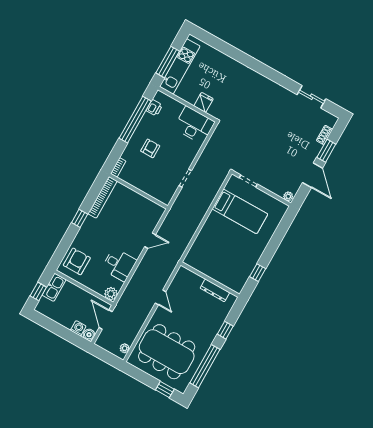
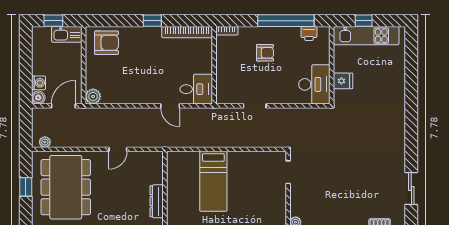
window: (168, 62) -> (364, 21), width x0.46
bed: (240, 211) -> (213, 181), moved
desk: (119, 265) -> (196, 89), moved, turned -90
window: (165, 390) -> (26, 187), moved

